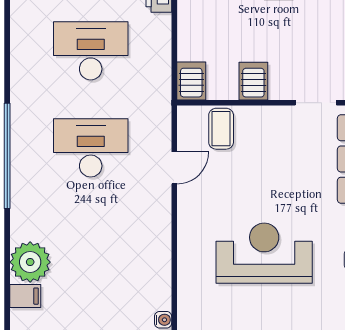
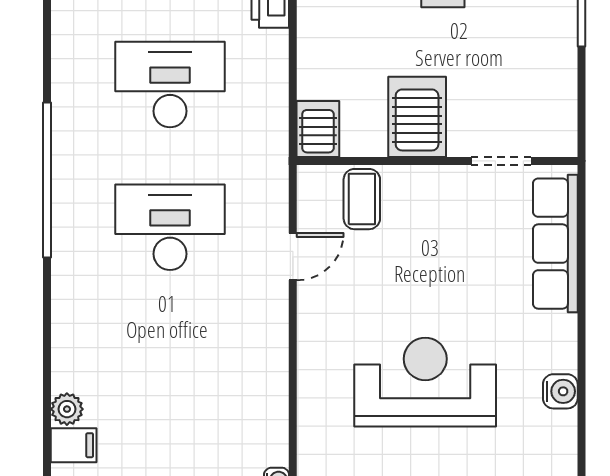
server rack: (253, 81) -> (417, 117), width x1.36, depth x1.44
window: (7, 156) -> (47, 180), moved
plant: (30, 262) -> (67, 409), width x0.53, depth x0.53

